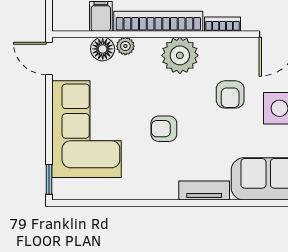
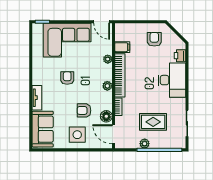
floor lamp: (103, 49) -> (106, 116), moved
plant: (180, 55) -> (107, 86), width x0.53, depth x0.53
door: (49, 59) -> (102, 22), swing flipped

